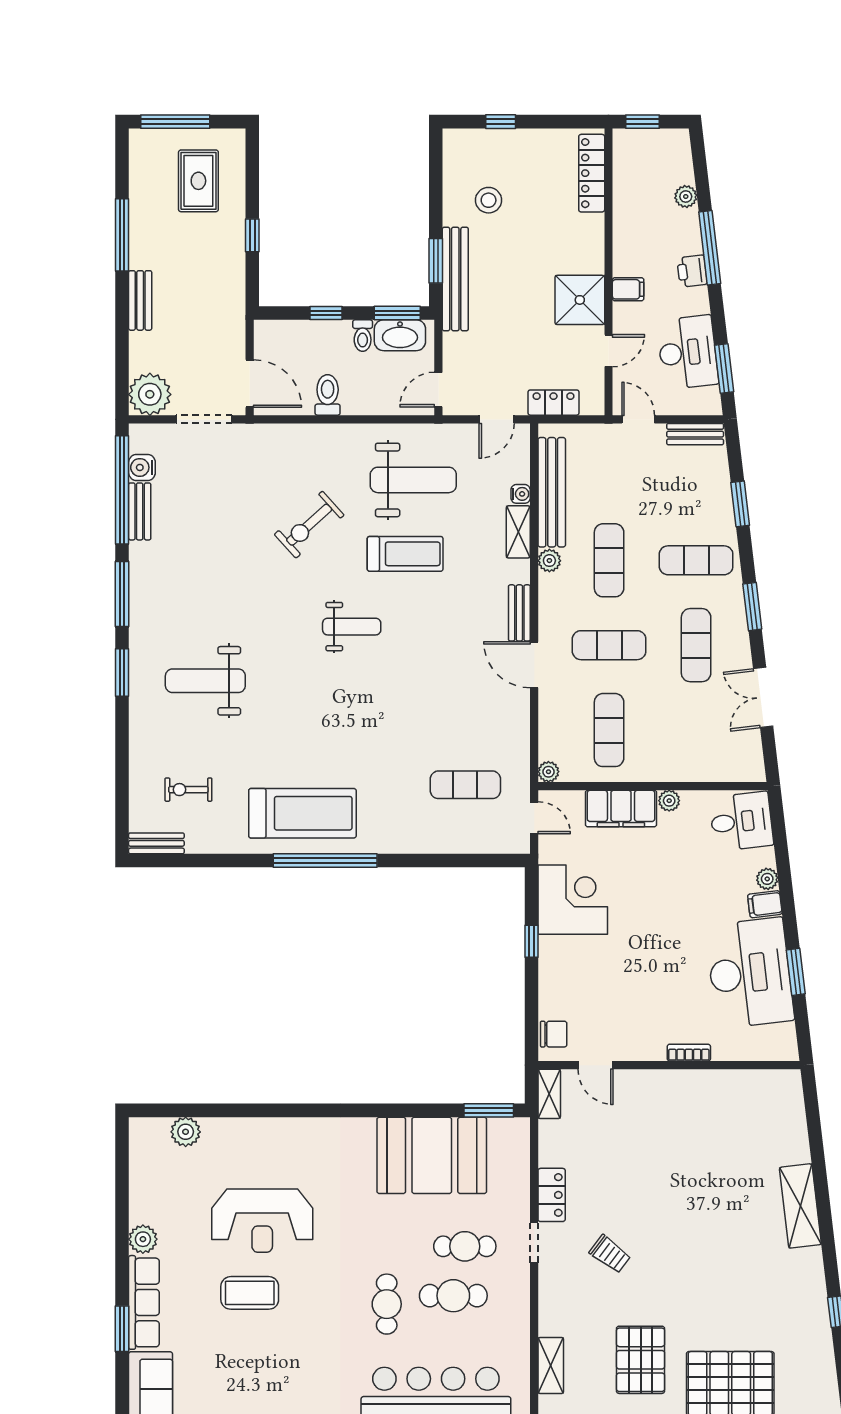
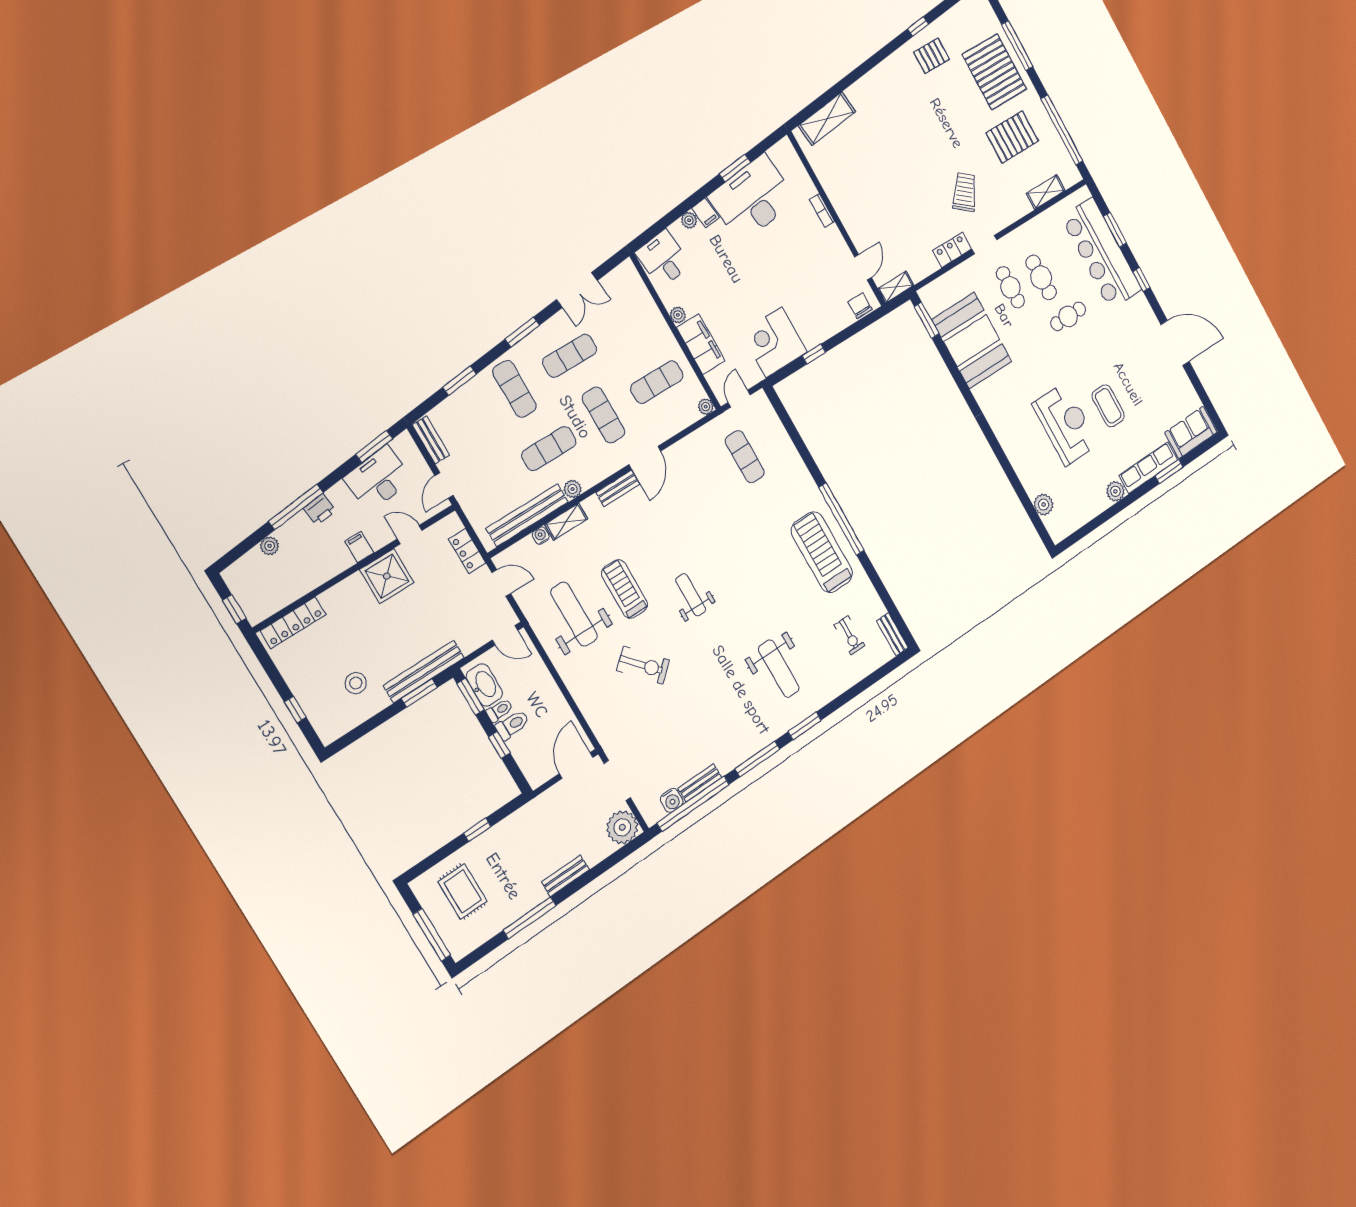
rug: (198, 181) -> (463, 891), turned 90
toilet: (328, 395) -> (512, 725), moved, turned 180
shelving: (800, 1206) -> (827, 119), moved
trolley: (610, 1254) -> (965, 192), width x1.36, depth x1.39
pallet: (793, 1309) -> (932, 56), added

